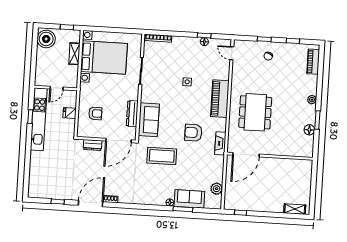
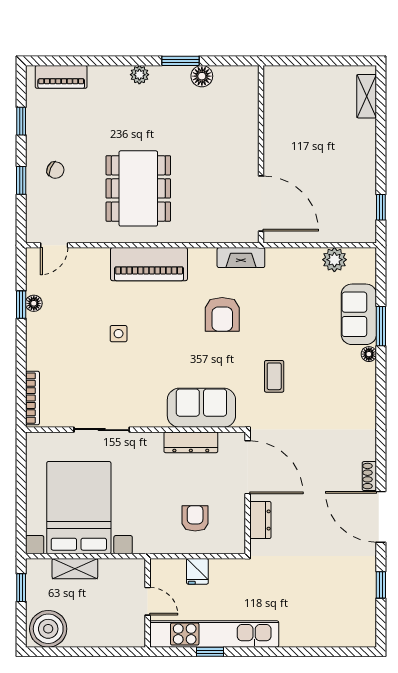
dining table: (255, 112) -> (138, 188), moved, turned 90
coffee table: (162, 156) -> (274, 376), width x0.54, depth x0.58

